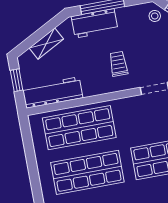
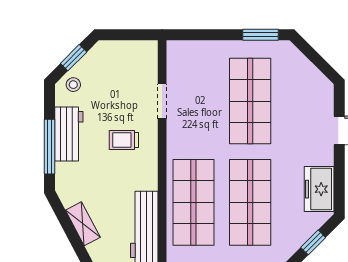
workbench: (95, 23) -> (69, 134), moved

